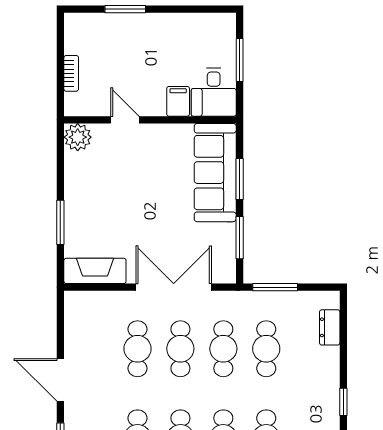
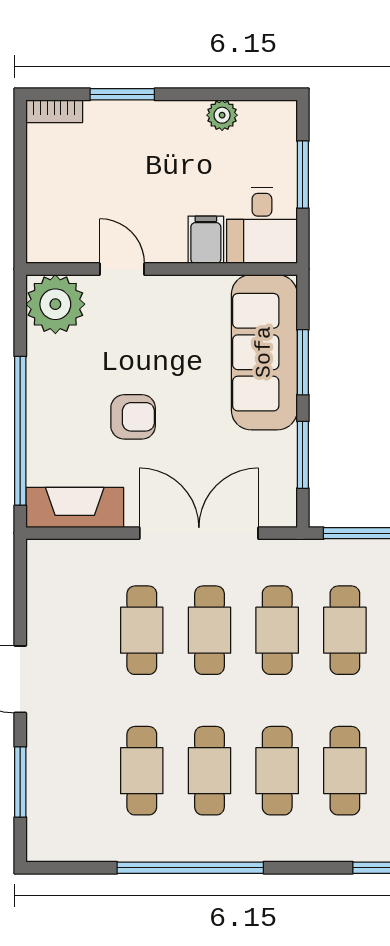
plant: (188, 22) -> (222, 115), added
bookcase: (71, 73) -> (54, 111), moved, turned 90
plant: (78, 137) -> (55, 304), width x1.36, depth x1.36
armchair: (132, 214) -> (133, 417), added
window: (60, 222) -> (20, 431), width x2.11

